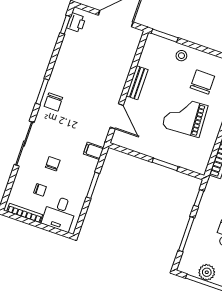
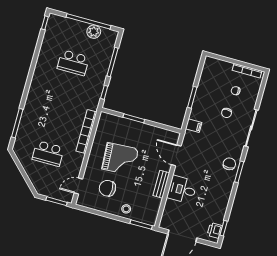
chair: (202, 82) -> (107, 188), turned 90
desk: (60, 213) -> (182, 190), moved, turned -90

